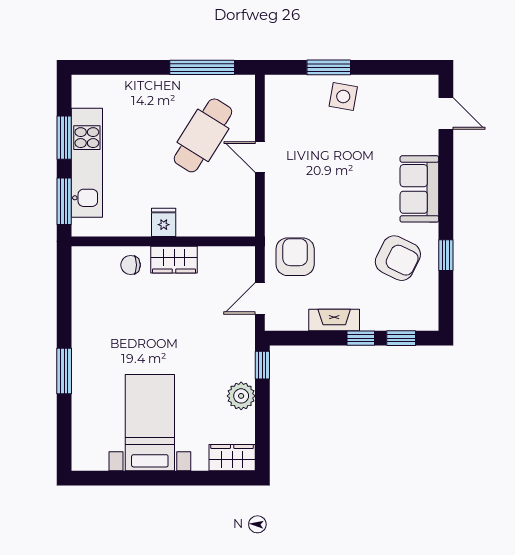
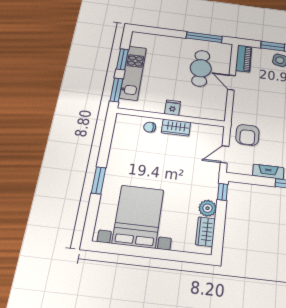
piano: (277, 103) -> (244, 58), added
cafe table: (203, 135) -> (201, 68), turned -32
armchair: (295, 257) -> (247, 135), turned 180
bed with nightstands: (150, 423) -> (138, 216), width x1.36
wardrobe: (232, 458) -> (205, 232), moved, turned -90

